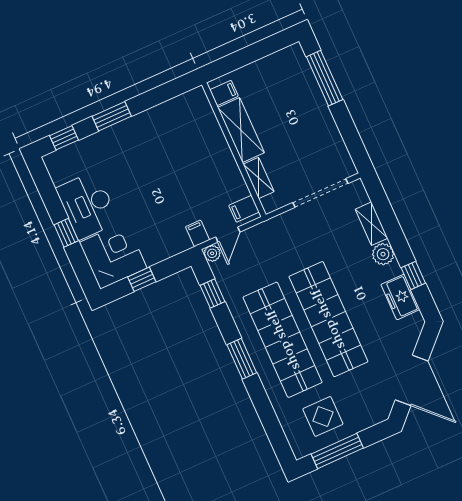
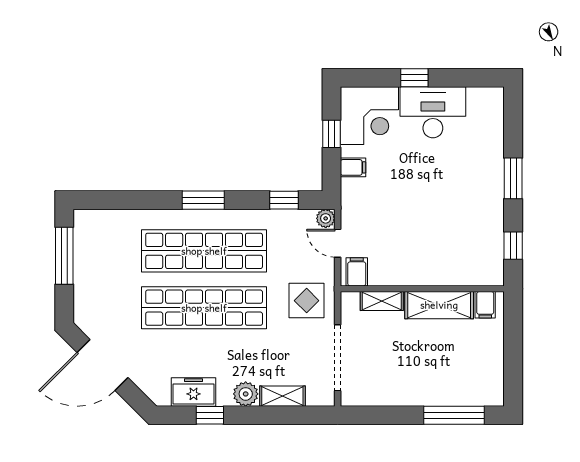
window: (64, 138) -> (513, 246), moved
filing cabinet: (197, 233) -> (353, 167), moved
display table: (323, 416) -> (307, 301), moved

